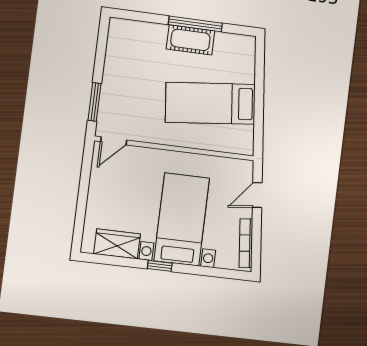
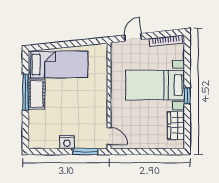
nightstand: (112, 76) -> (67, 142), added
bed: (210, 103) -> (58, 65), moved, turned -84
door: (257, 195) -> (133, 37), swing flipped

